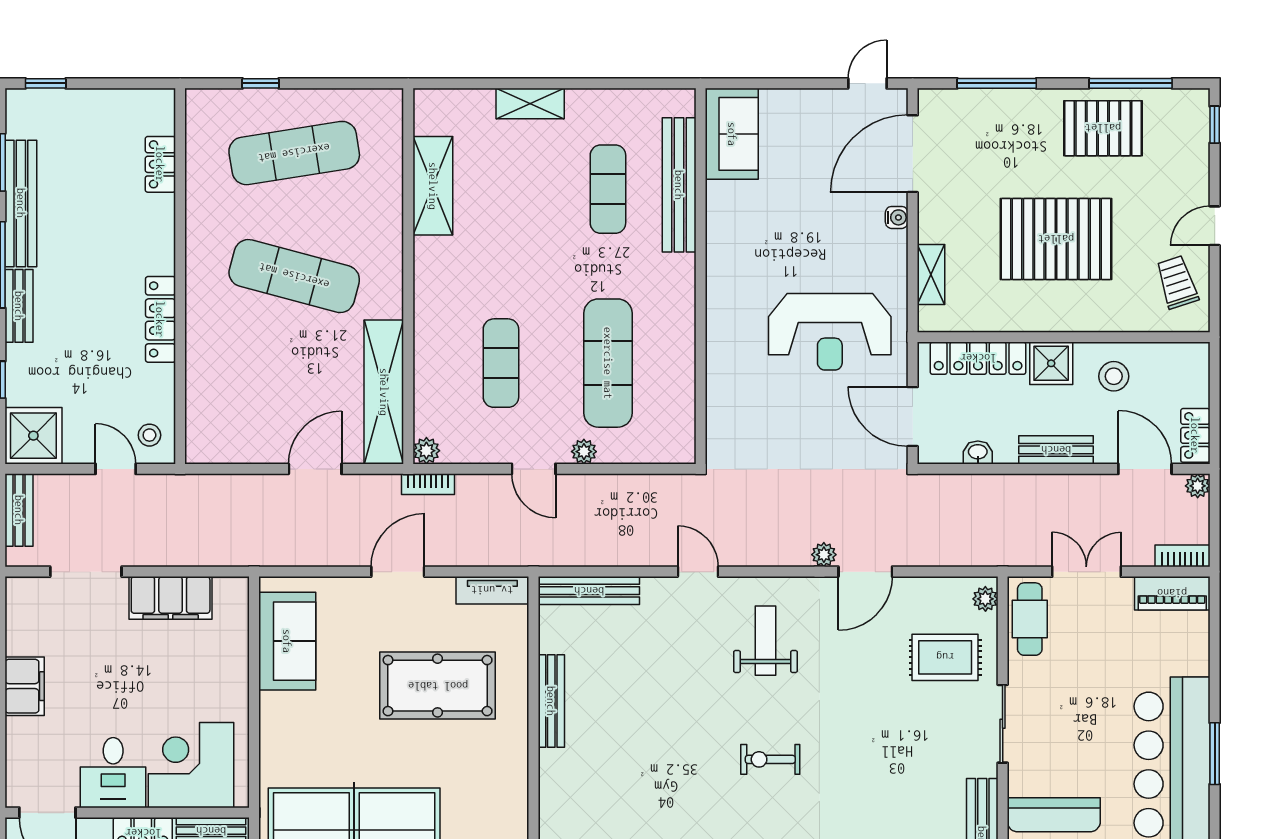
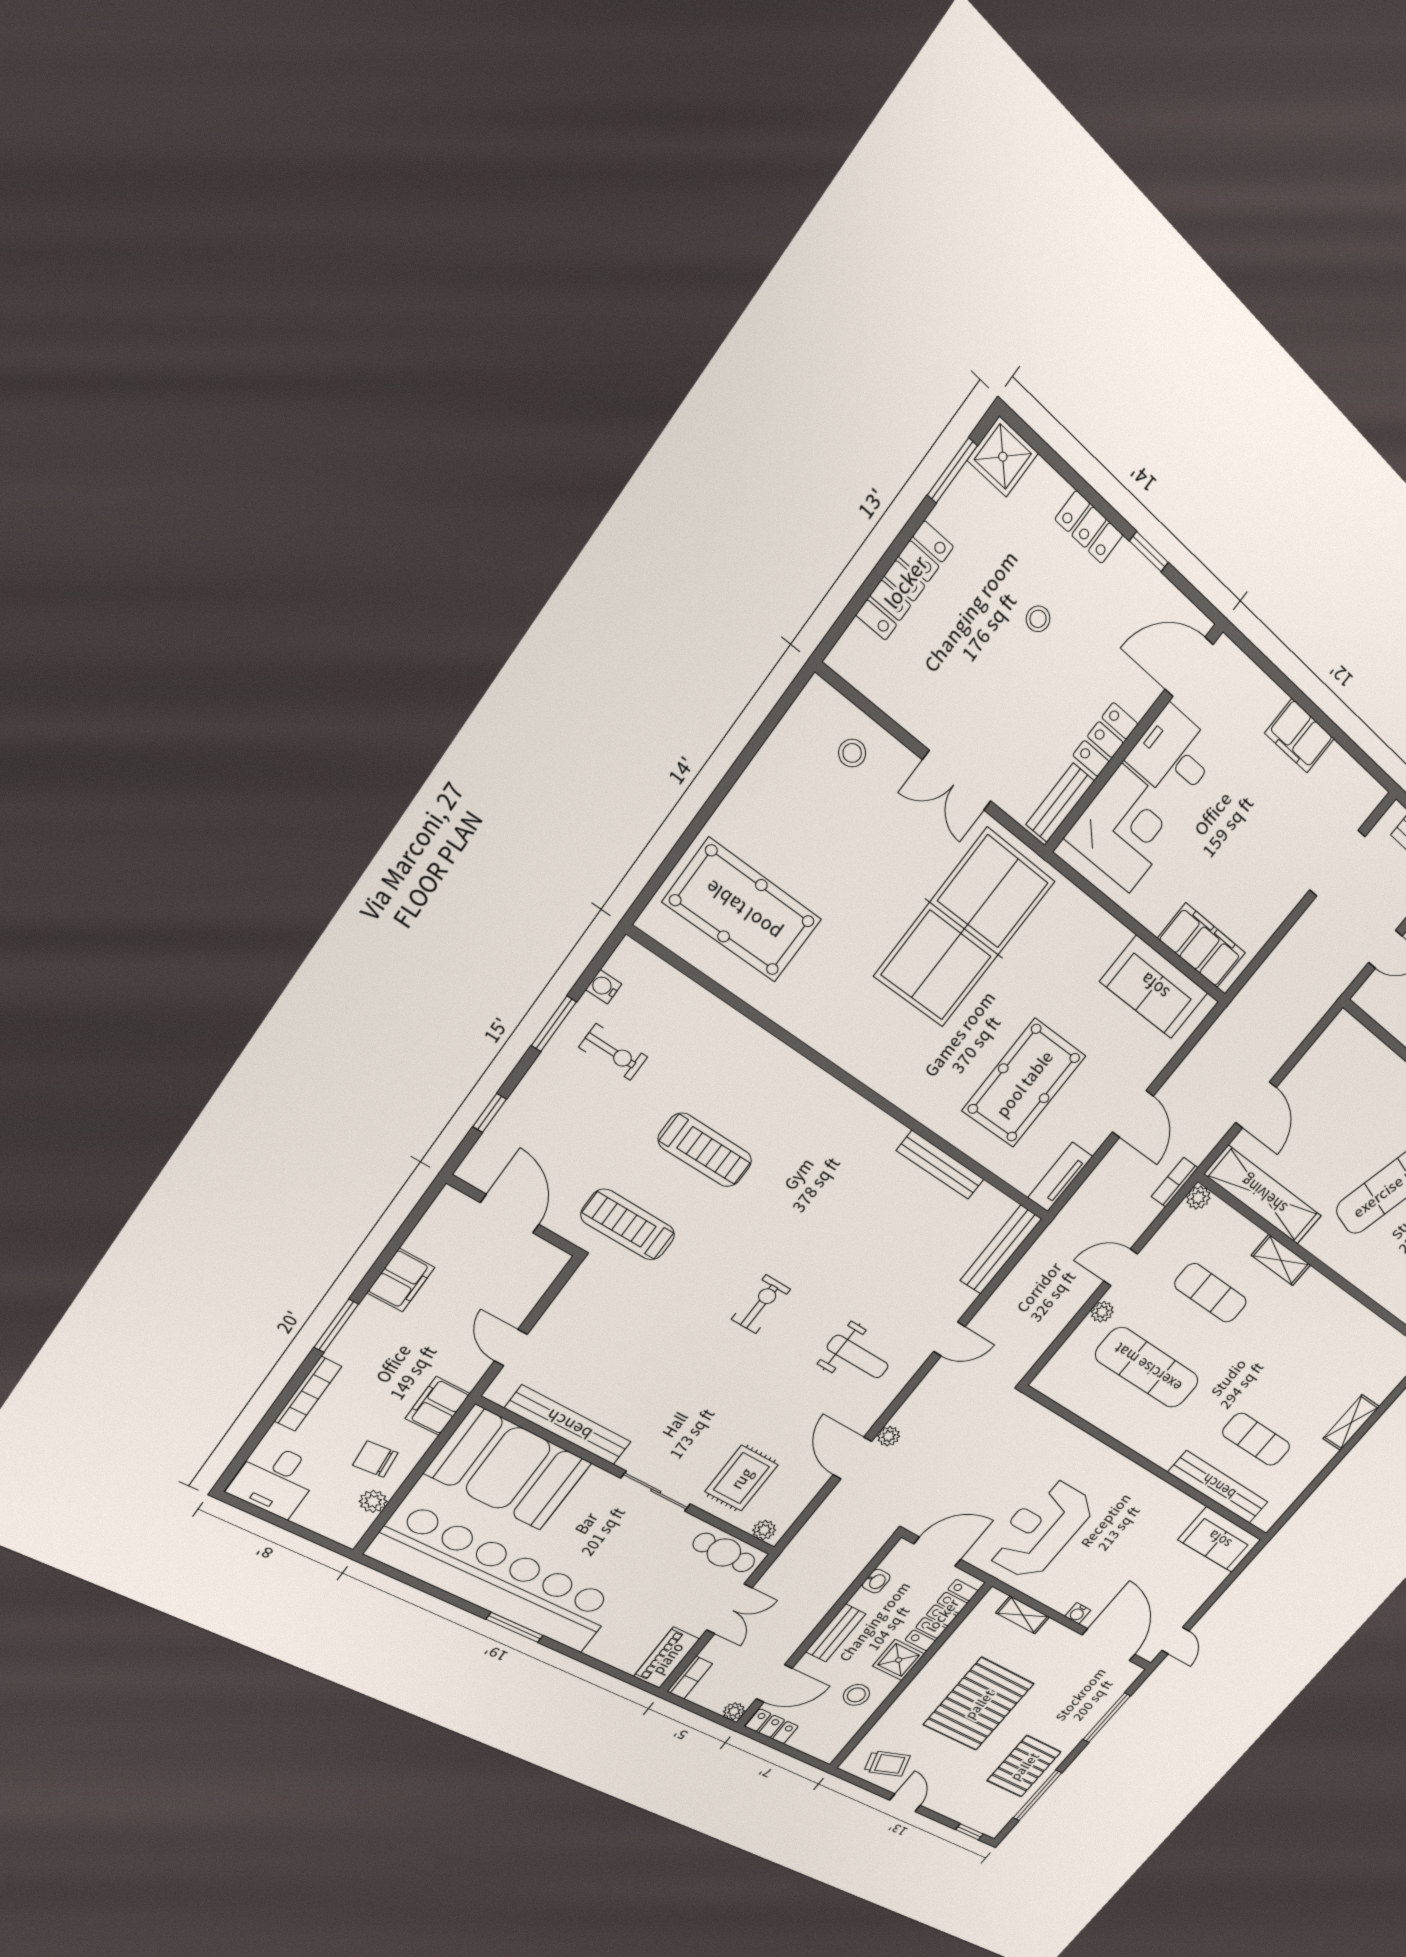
shelving: (433, 186) -> (1281, 1260), moved, width x0.67, depth x0.75
stool: (149, 435) -> (1385, 995), removed
filing cabinet: (171, 598) -> (1202, 946), moved, turned 90

